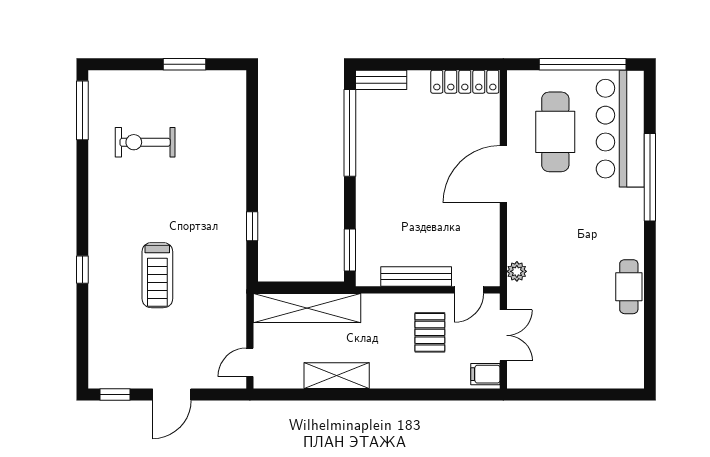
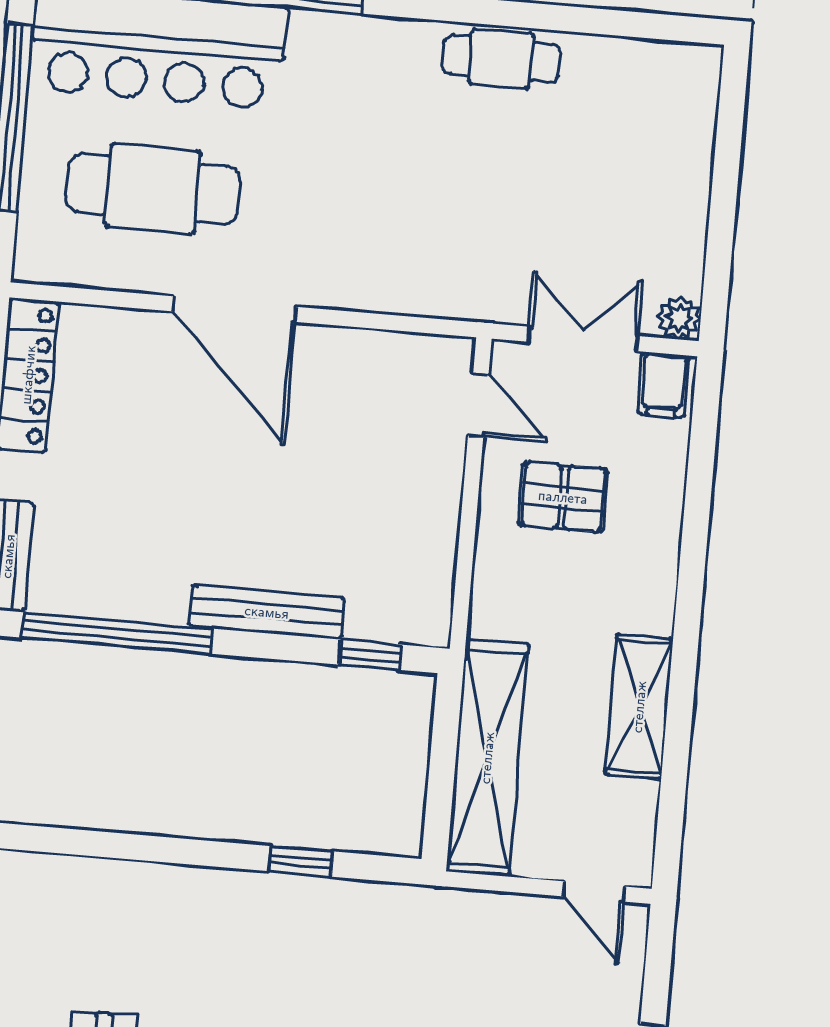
window: (350, 250) -> (370, 655), width x0.67
plant: (517, 271) -> (679, 318), moved
bench: (416, 276) -> (267, 612), moved, turned 90

